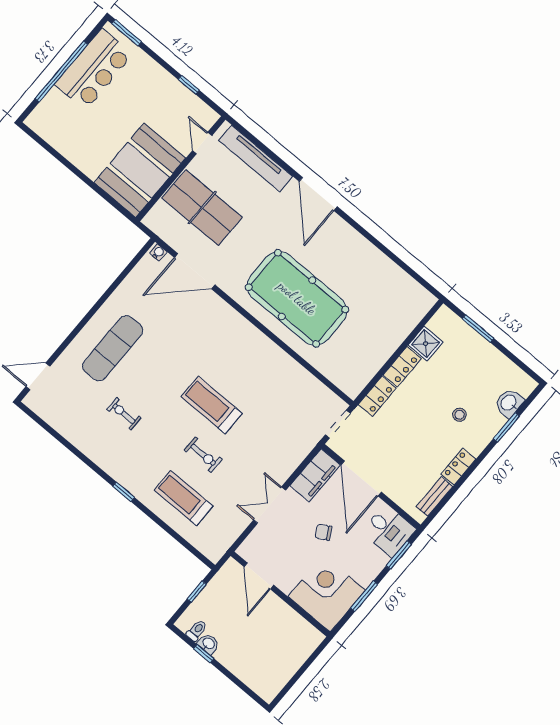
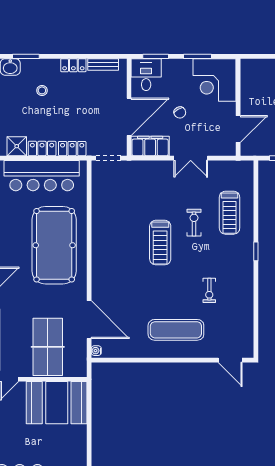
bar counter: (376, 344) -> (42, 176), added

